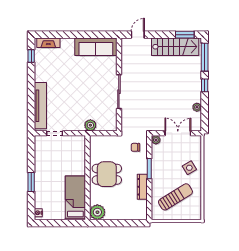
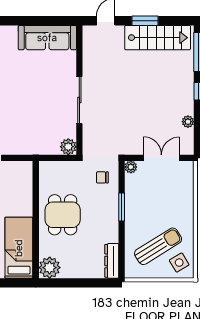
window: (185, 35) -> (145, 21), moved
plant: (90, 125) -> (68, 147), moved
side table: (189, 168) -> (179, 263), moved
dining table: (107, 174) -> (63, 215), turned 90
dresser: (142, 187) -> (112, 261), moved

